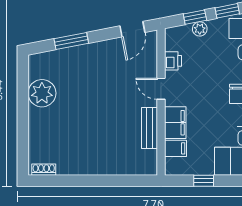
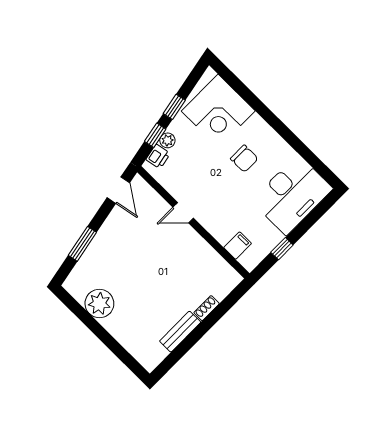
printer: (173, 61) -> (158, 156), moved, turned 79
filing cabinet: (175, 123) -> (218, 227), removed
bench: (150, 128) -> (180, 332), moved, turned 90
shoe rack: (44, 170) -> (207, 308), moved

